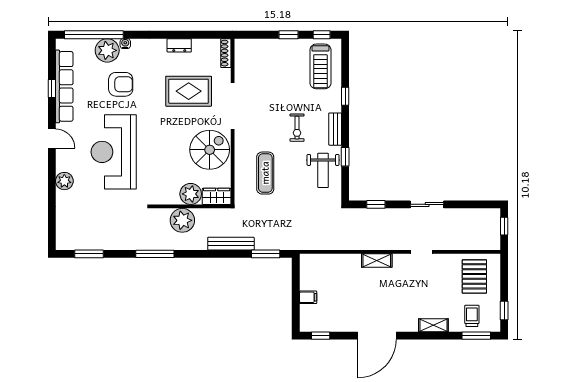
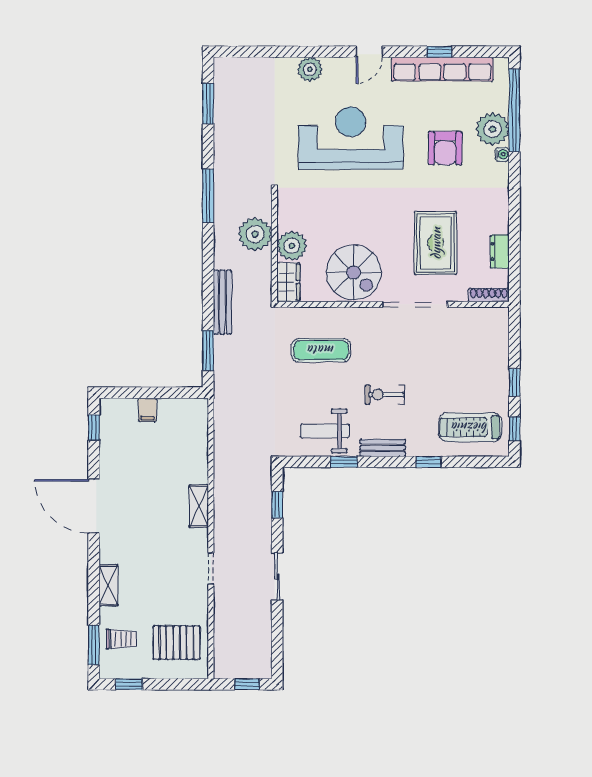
dresser: (179, 45) -> (500, 251), moved

